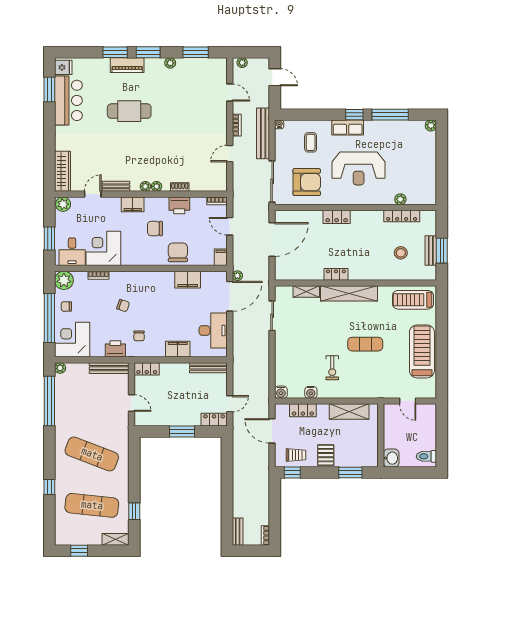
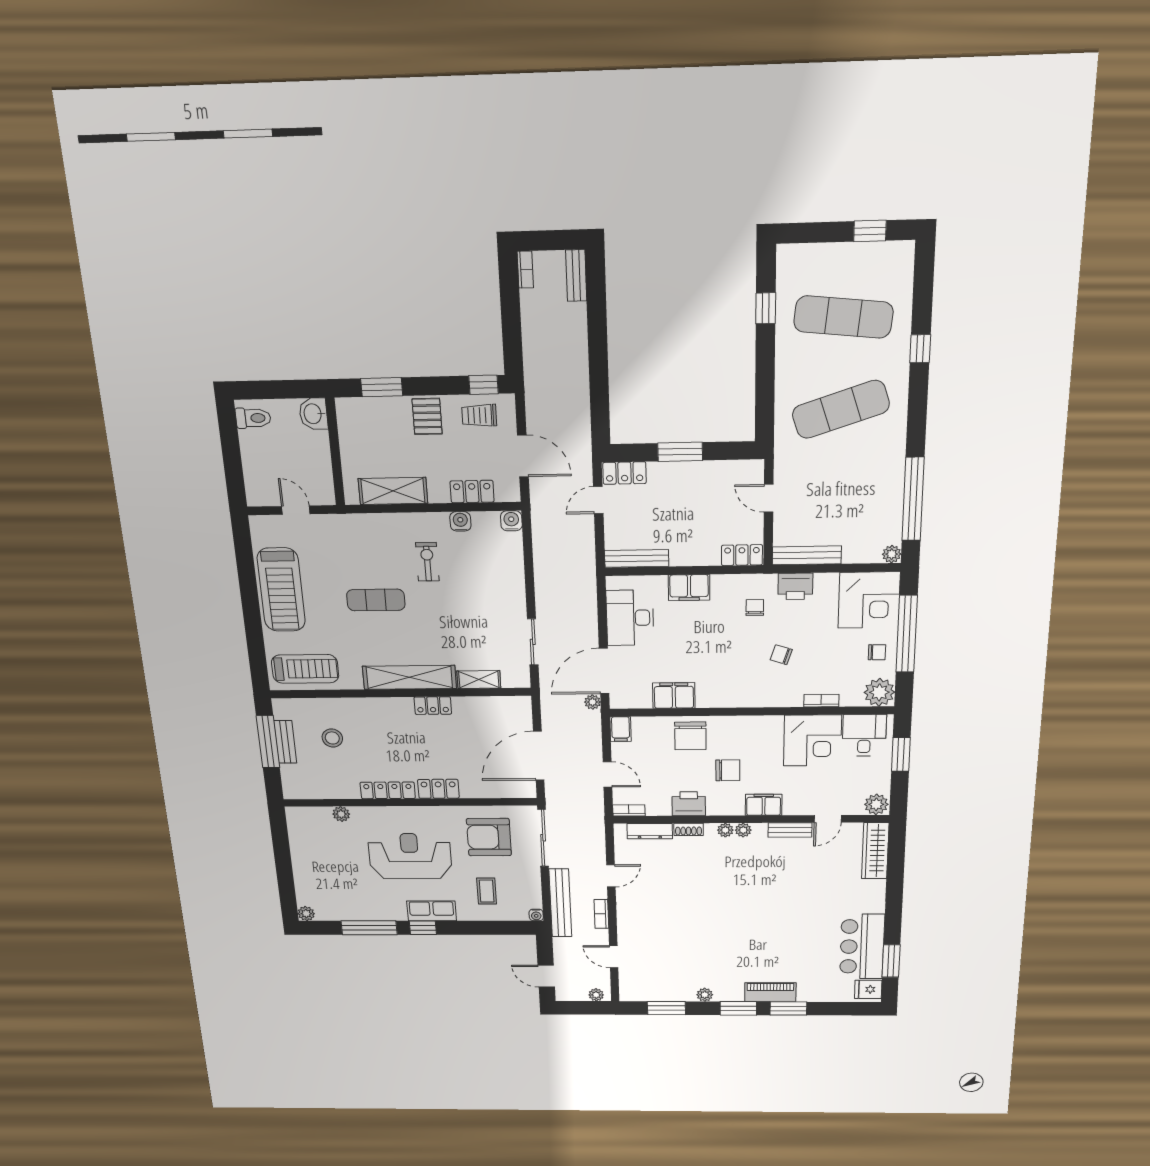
cafe table: (129, 111) -> (768, 932), removed
dresser: (204, 186) -> (650, 831), added
locker: (402, 216) -> (388, 790), moved
window: (442, 251) -> (268, 742), width x1.44
exercise mat: (92, 454) -> (841, 409), turned -39
shelving: (116, 539) -> (801, 254), removed

